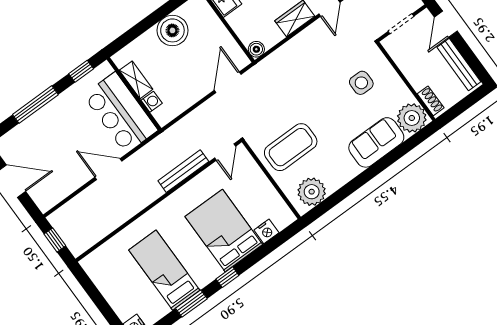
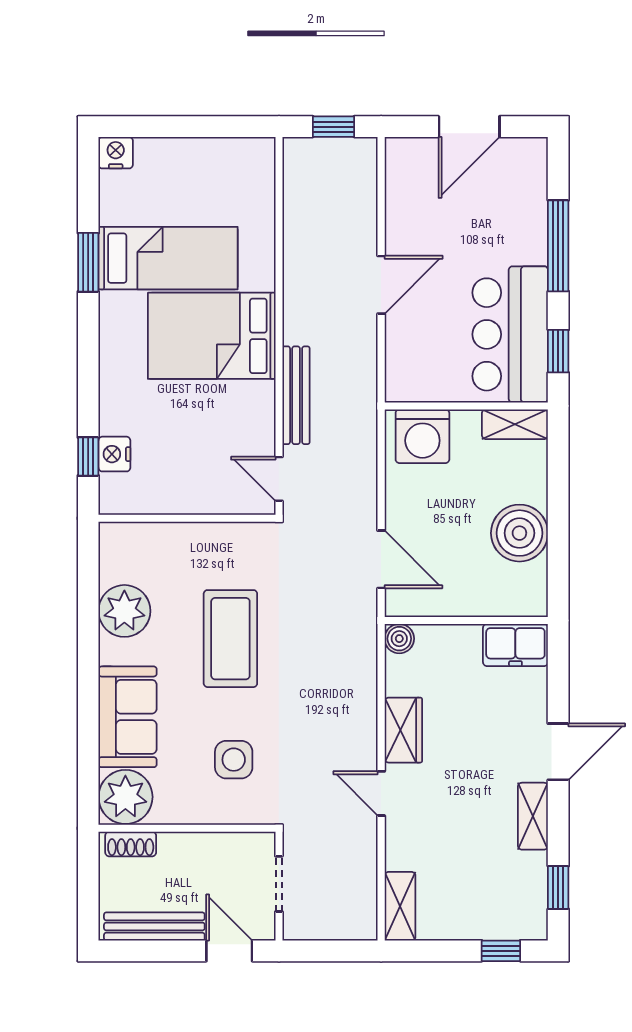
shelving: (136, 80) -> (515, 424), moved
washing machine: (152, 102) -> (422, 436), width x1.89, depth x1.89
bar counter: (120, 113) -> (510, 334), moved, turned -90
coffee table: (291, 147) -> (230, 639), moved
plant: (312, 192) -> (124, 611), moved
bed: (224, 231) -> (212, 336), moved, turned 180
window: (227, 277) -> (88, 456), moved

